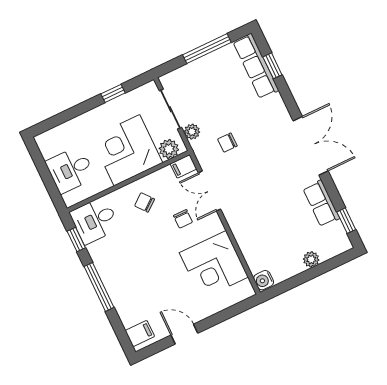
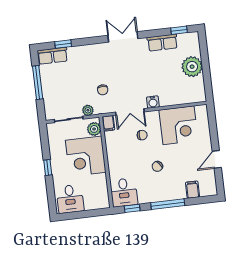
row of seats: (256, 66) -> (53, 56), width x0.68
window: (113, 93) -> (48, 168), moved
double door: (311, 146) -> (123, 37), width x0.73
desk: (70, 170) -> (70, 199), moved
chair: (145, 202) -> (157, 166), moved
plant: (311, 259) -> (192, 67), width x1.88, depth x1.88
water cooler: (264, 280) -> (153, 102), moved
filing cabinet: (140, 334) -> (192, 190), moved

